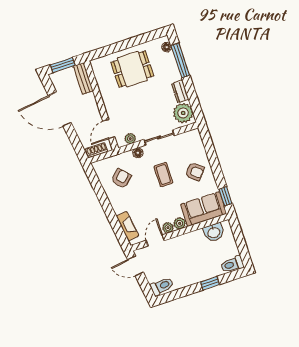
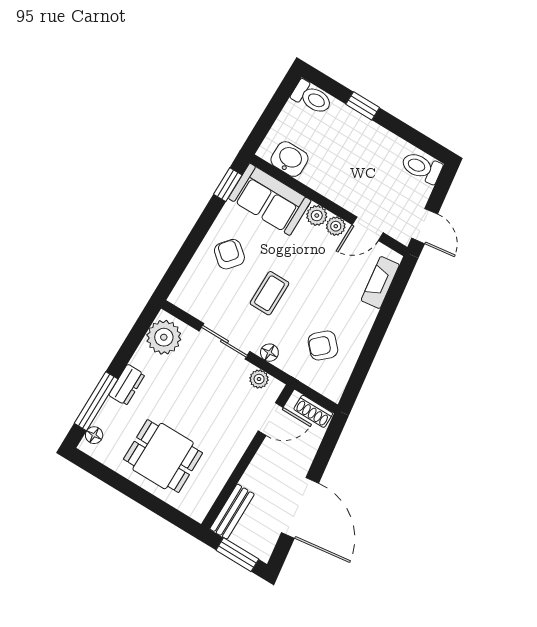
dresser: (180, 91) -> (127, 385), moved

